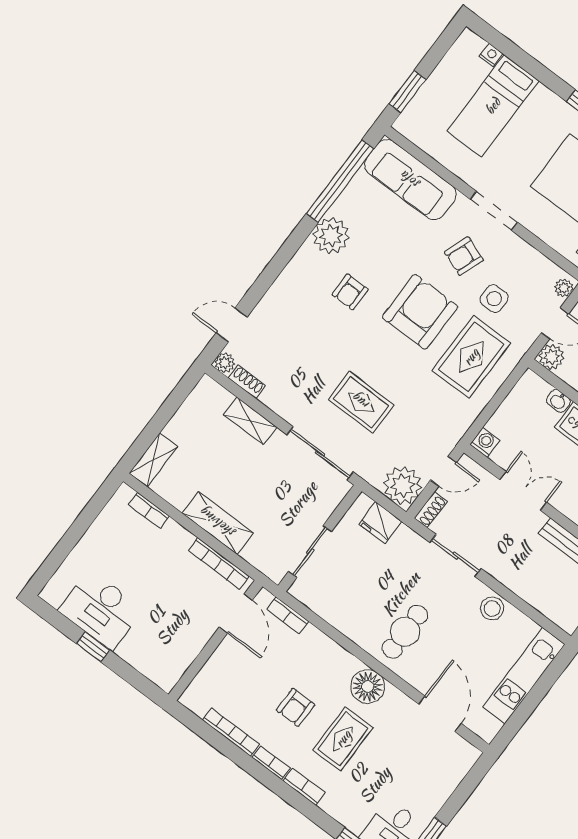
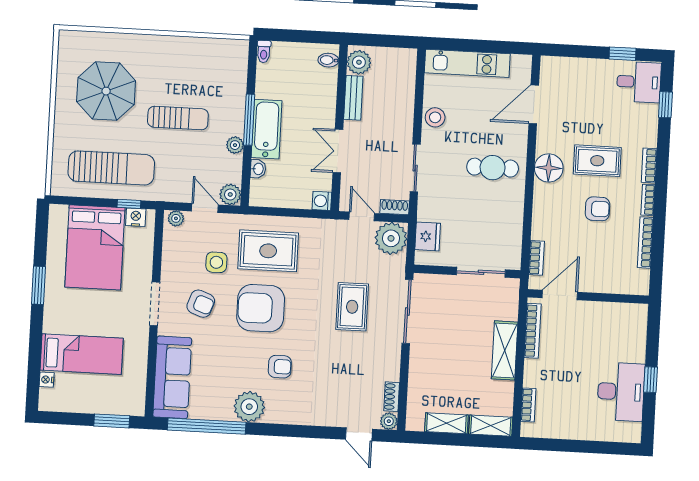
shelving: (250, 421) -> (446, 423), moved, turned 90

